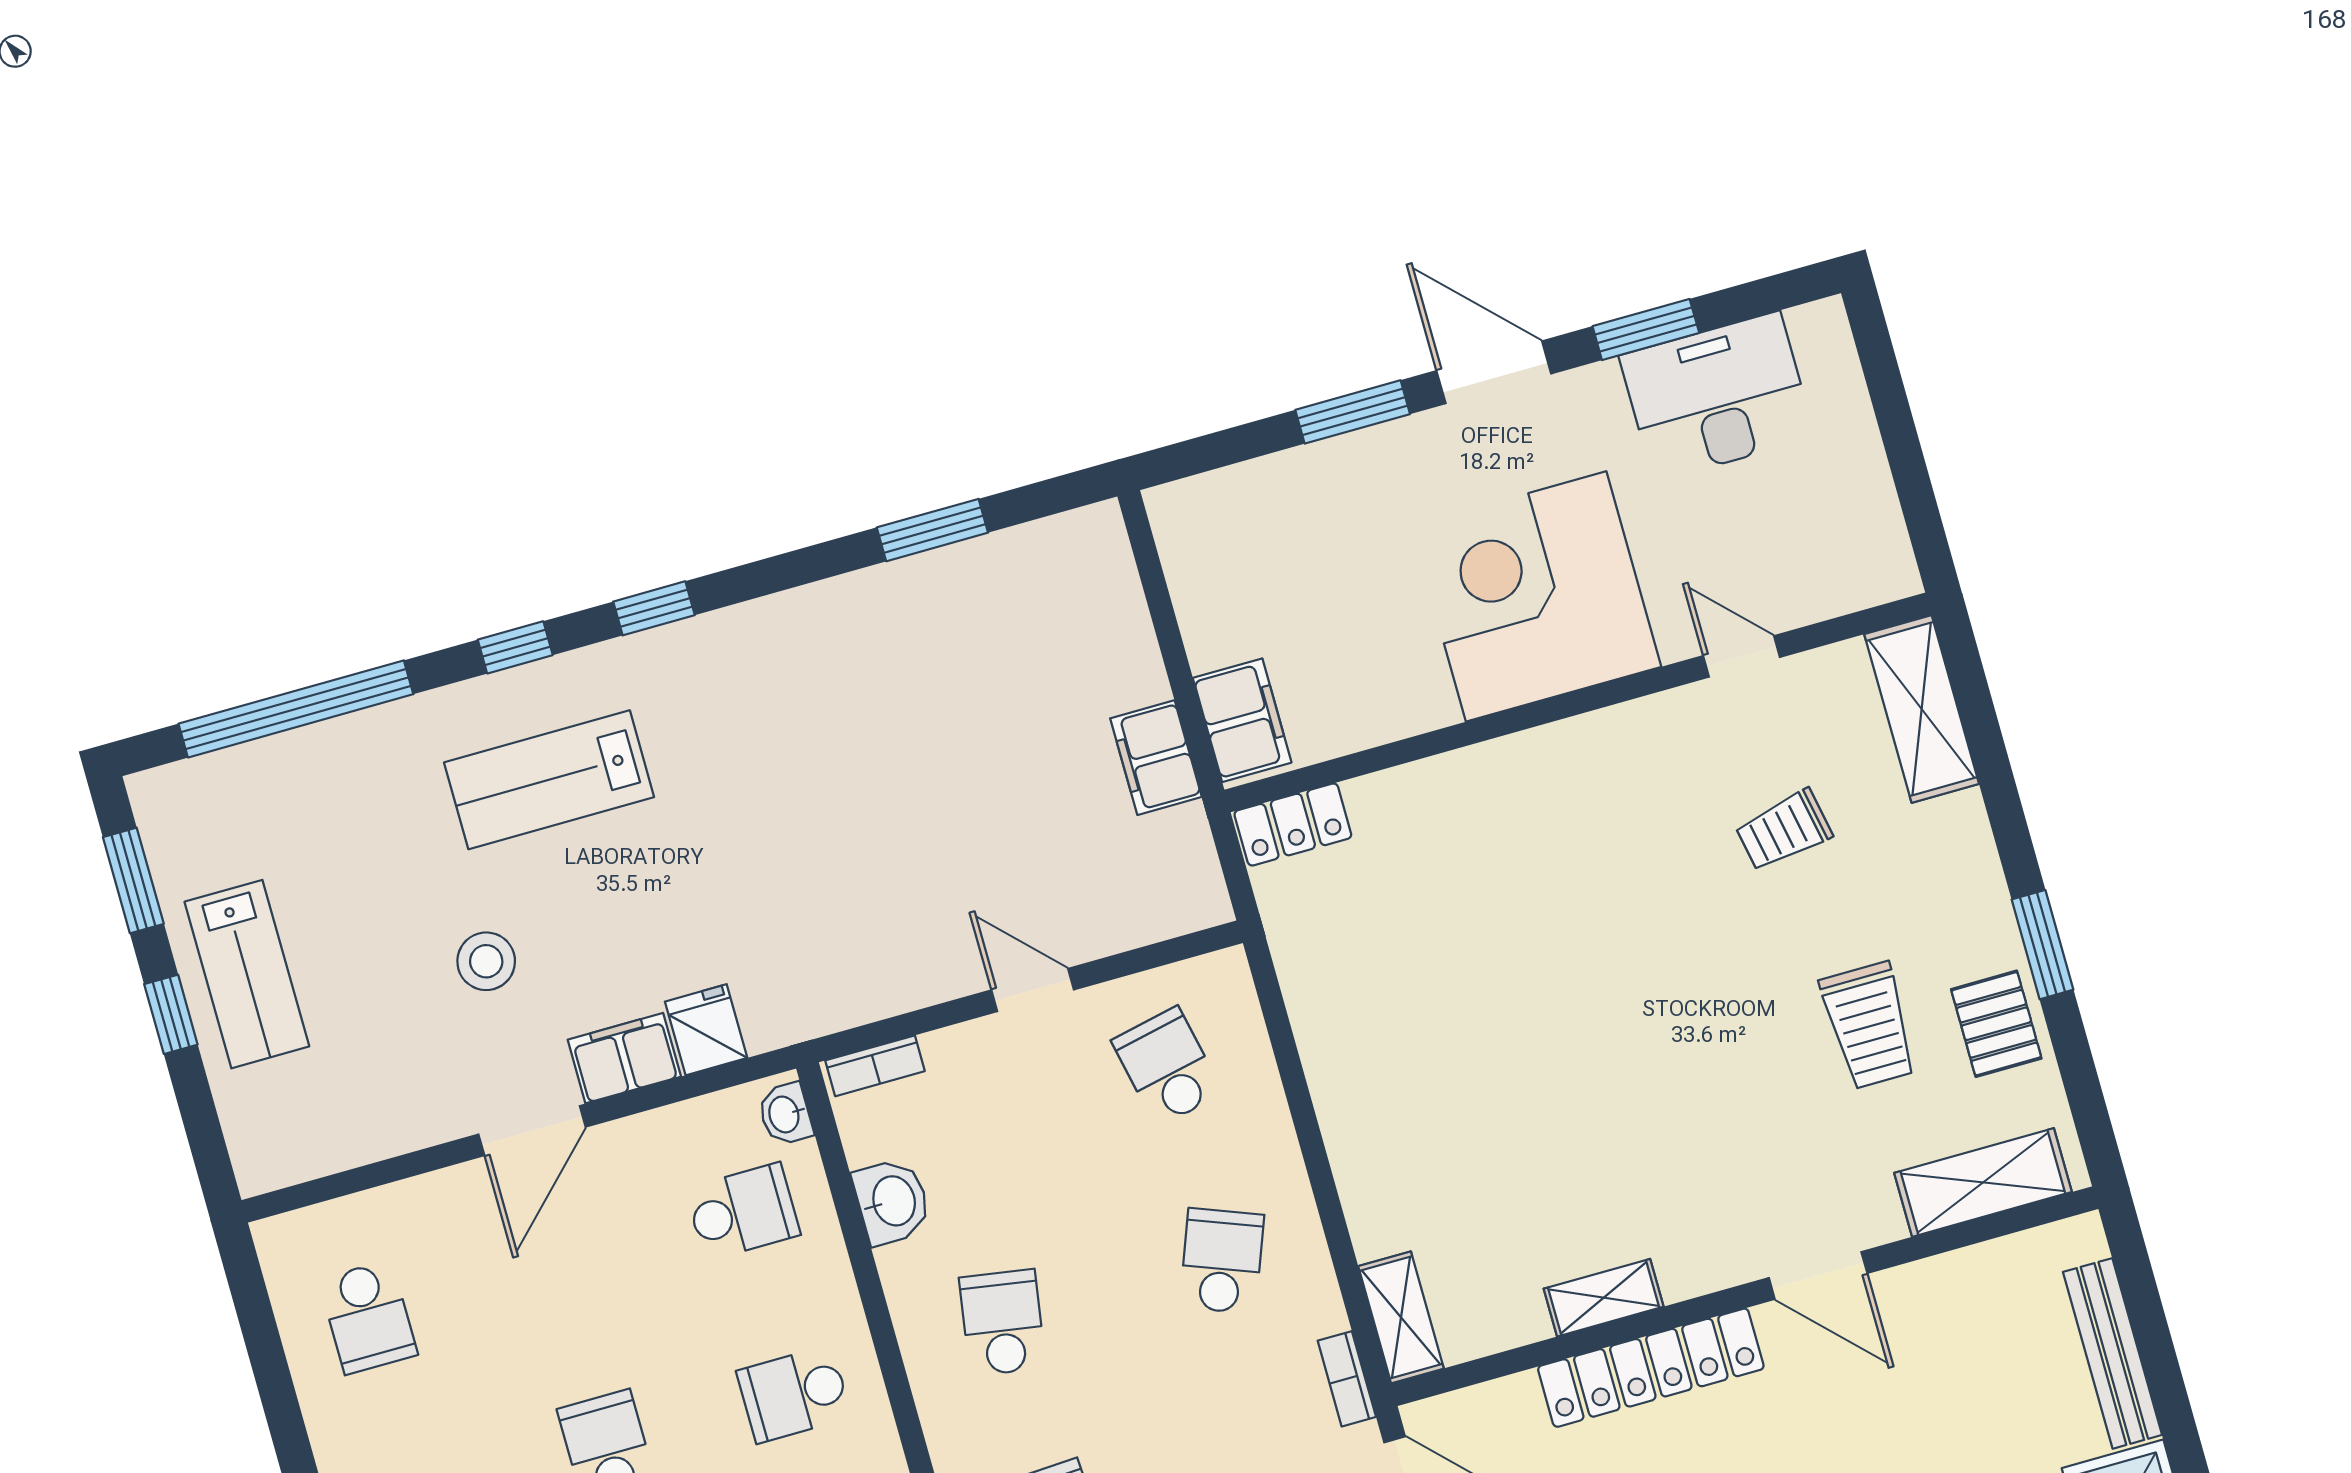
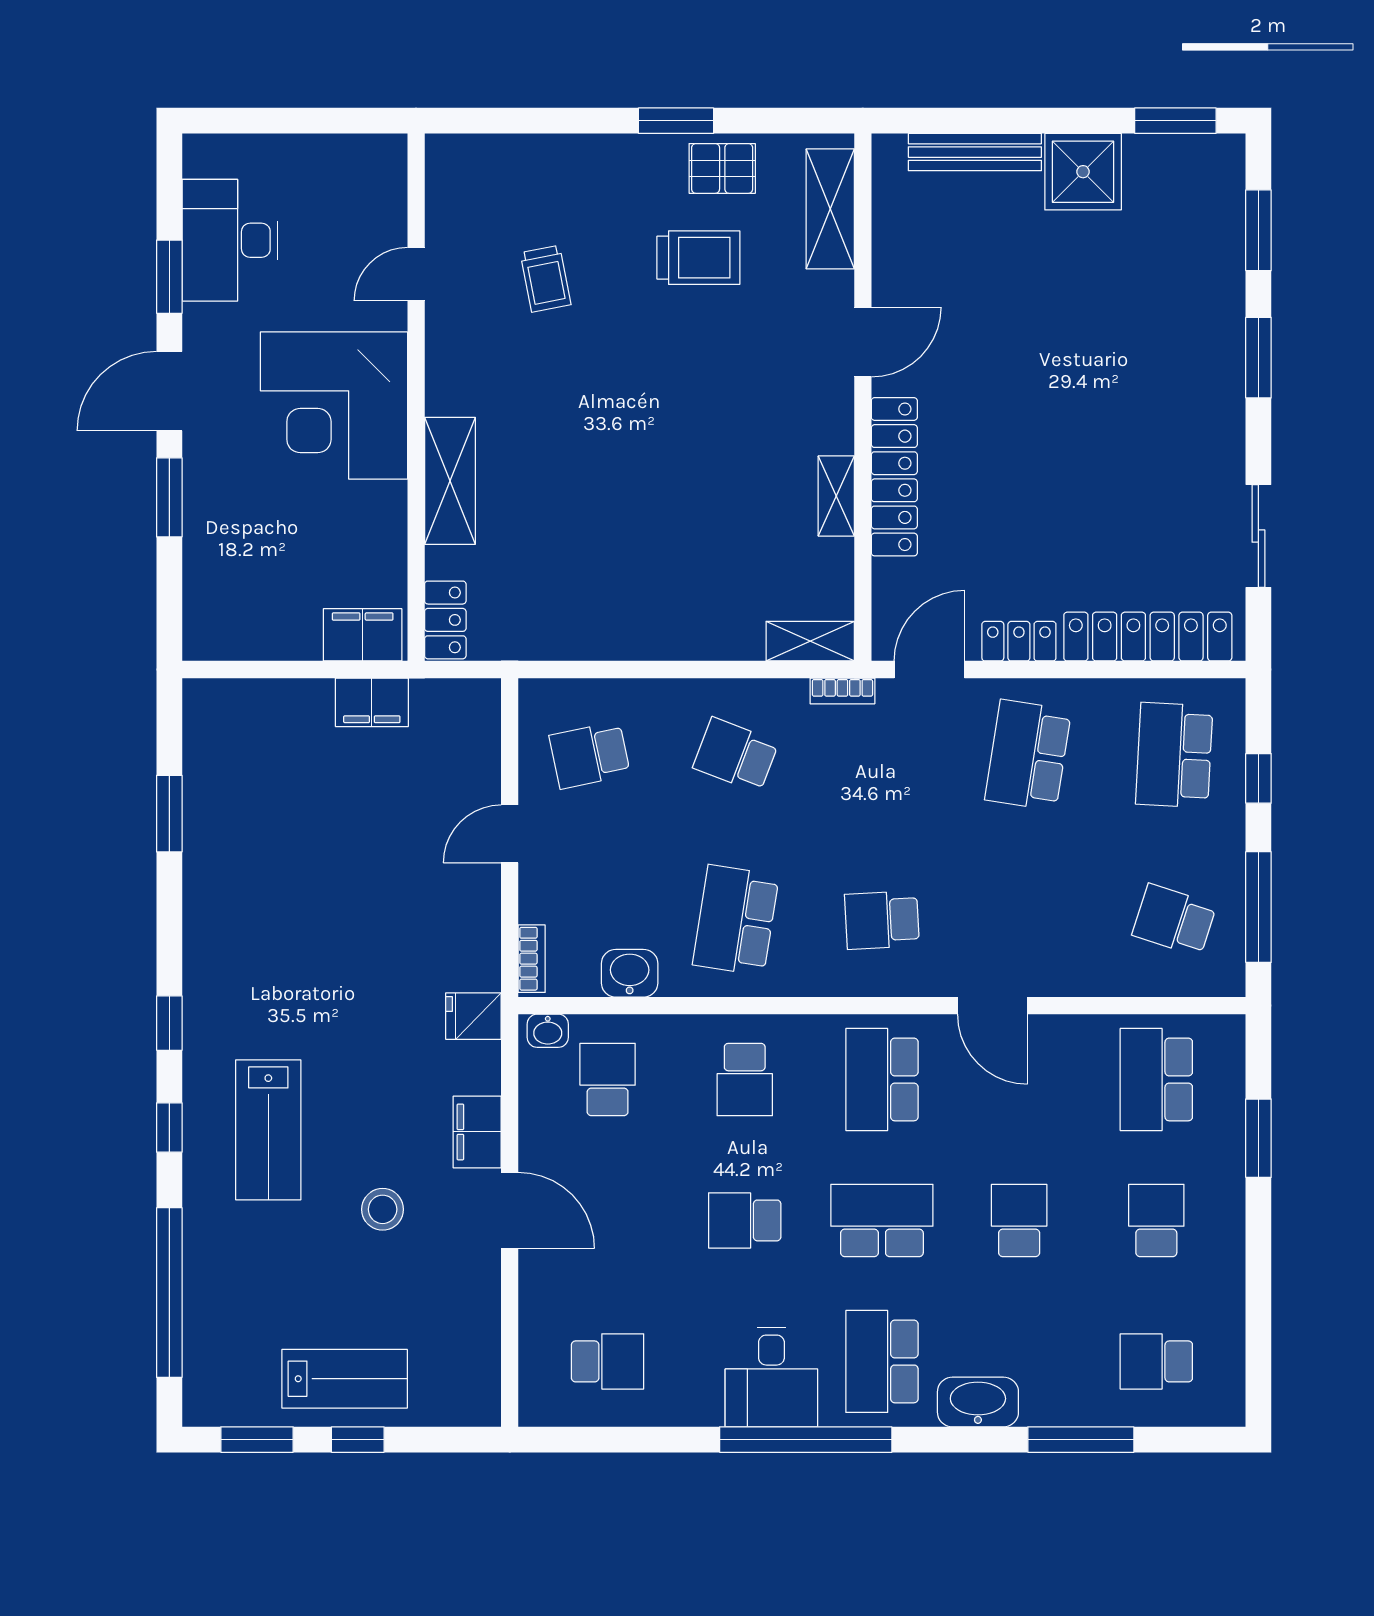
shelving: (1922, 709) -> (450, 481), moved, turned 90
fridge: (706, 1030) -> (473, 1016), moved
school desk: (1002, 1323) -> (736, 920), width x1.85

